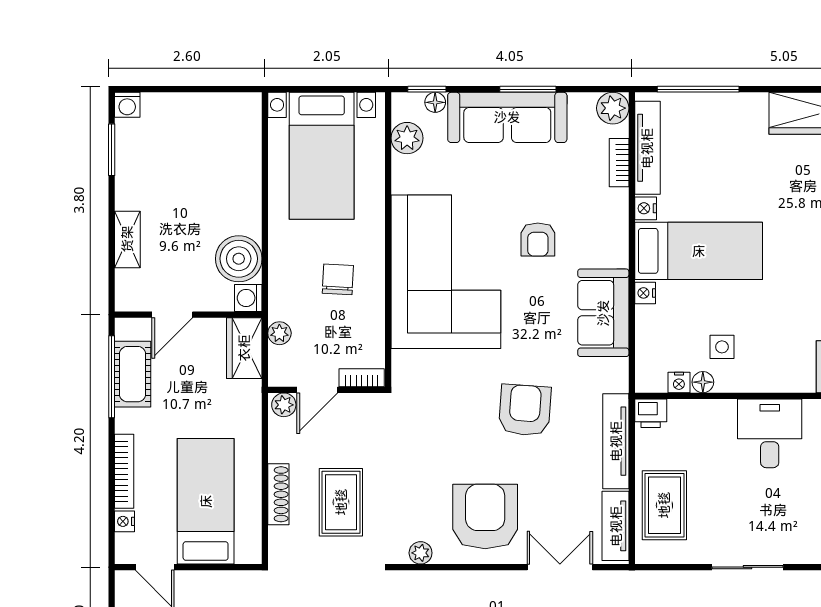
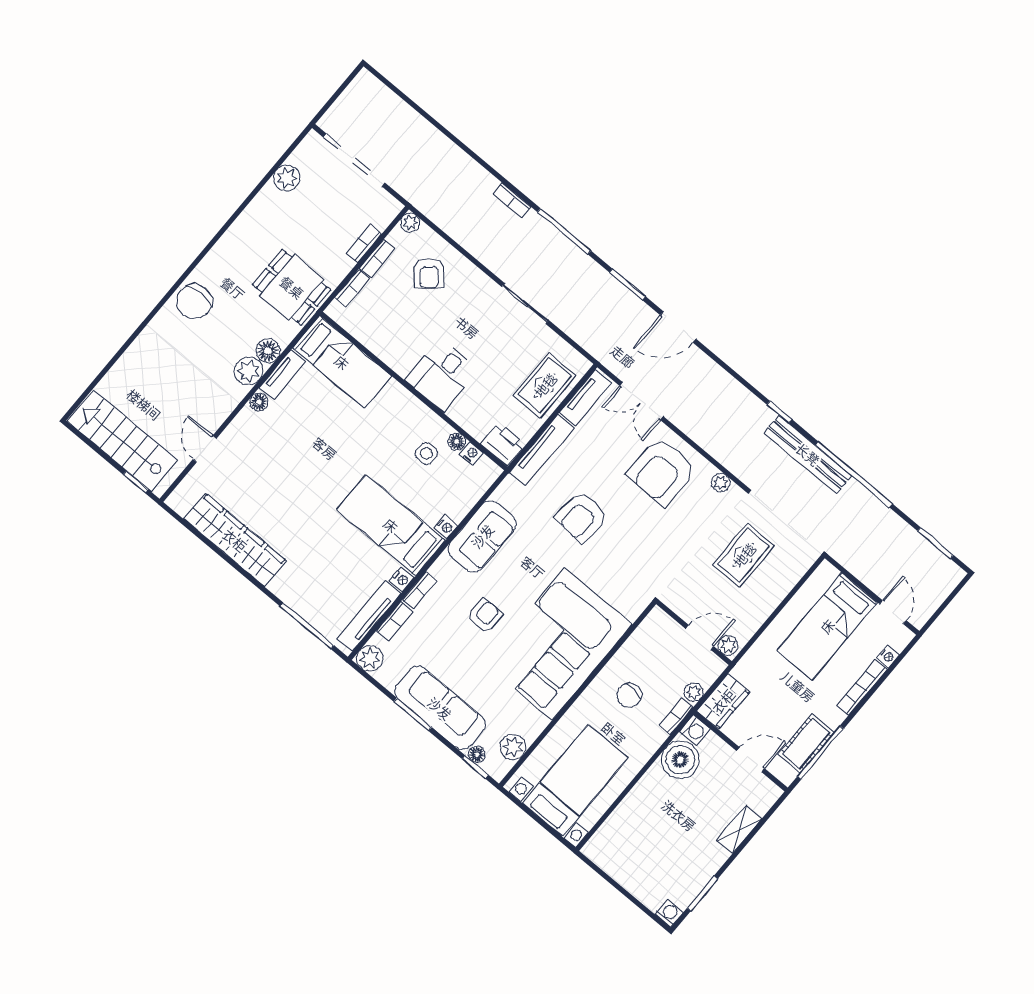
bookcase: (620, 212) -> (420, 590), added
bookcase: (362, 378) -> (676, 716), moved, turned 90
printer: (651, 413) -> (503, 444), width x1.36, depth x1.24
shoe rack: (278, 494) -> (778, 593), removed

